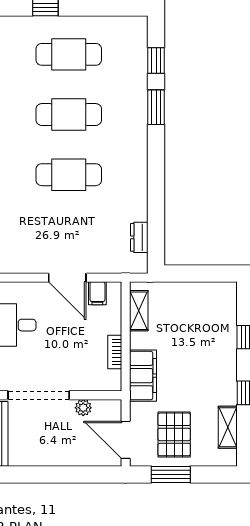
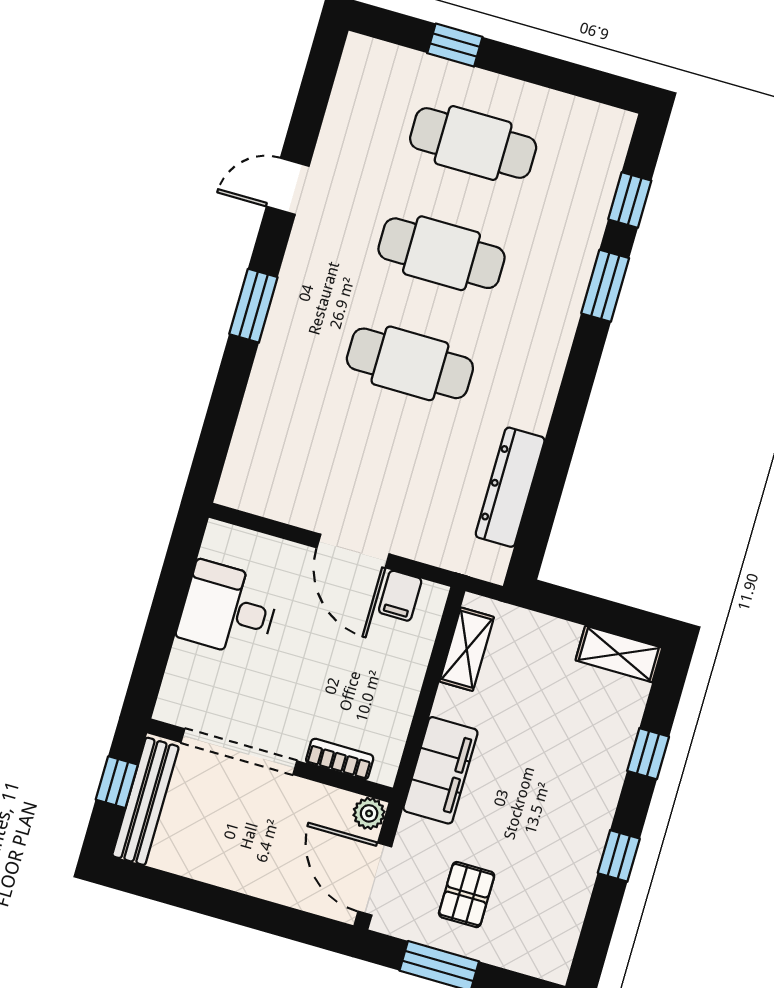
dresser: (139, 237) -> (510, 487), width x1.96, depth x1.24
bookcase: (115, 352) -> (340, 759), moved, turned 90
plant: (83, 408) -> (369, 813), moved
shelving: (228, 427) -> (619, 654), moved, turned 90
pallet: (174, 434) -> (467, 895), width x0.67, depth x0.71

